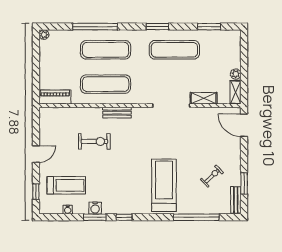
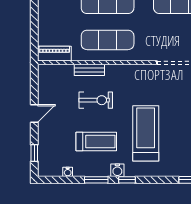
bench: (117, 113) -> (89, 70), moved
treadmill: (66, 185) -> (96, 141), moved
treadmill: (164, 185) -> (146, 133), moved
water cooler: (95, 208) -> (117, 170), moved

